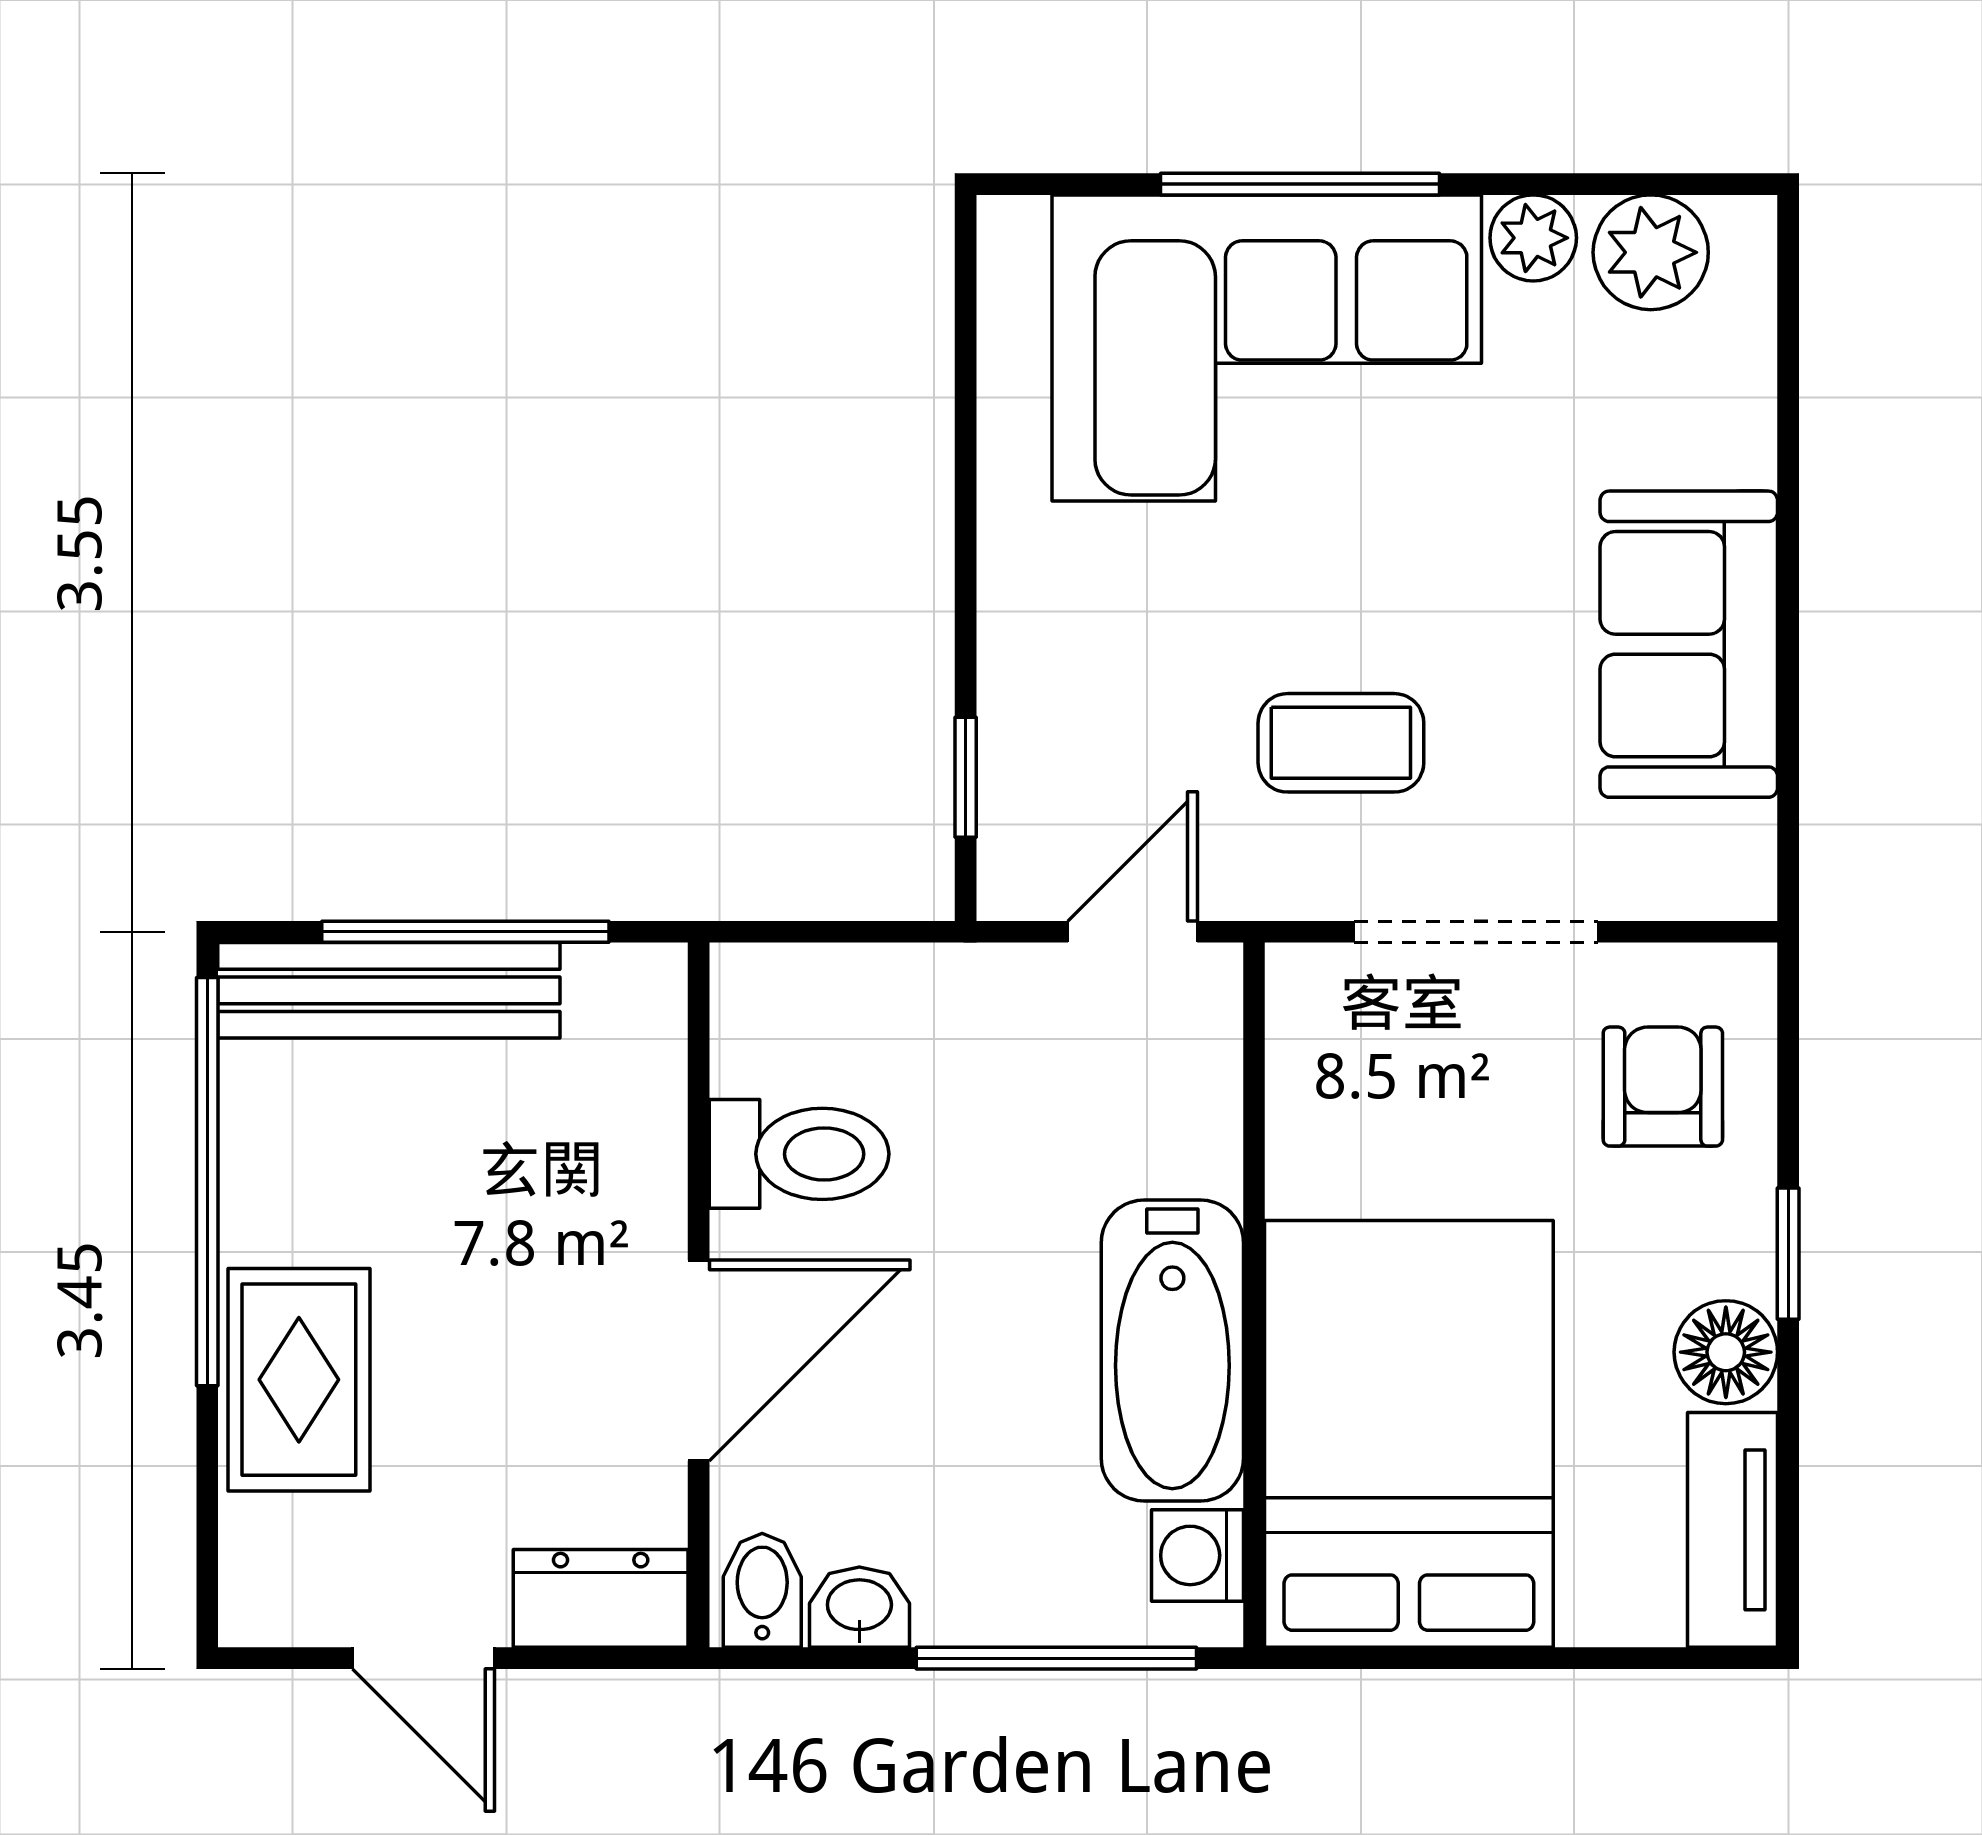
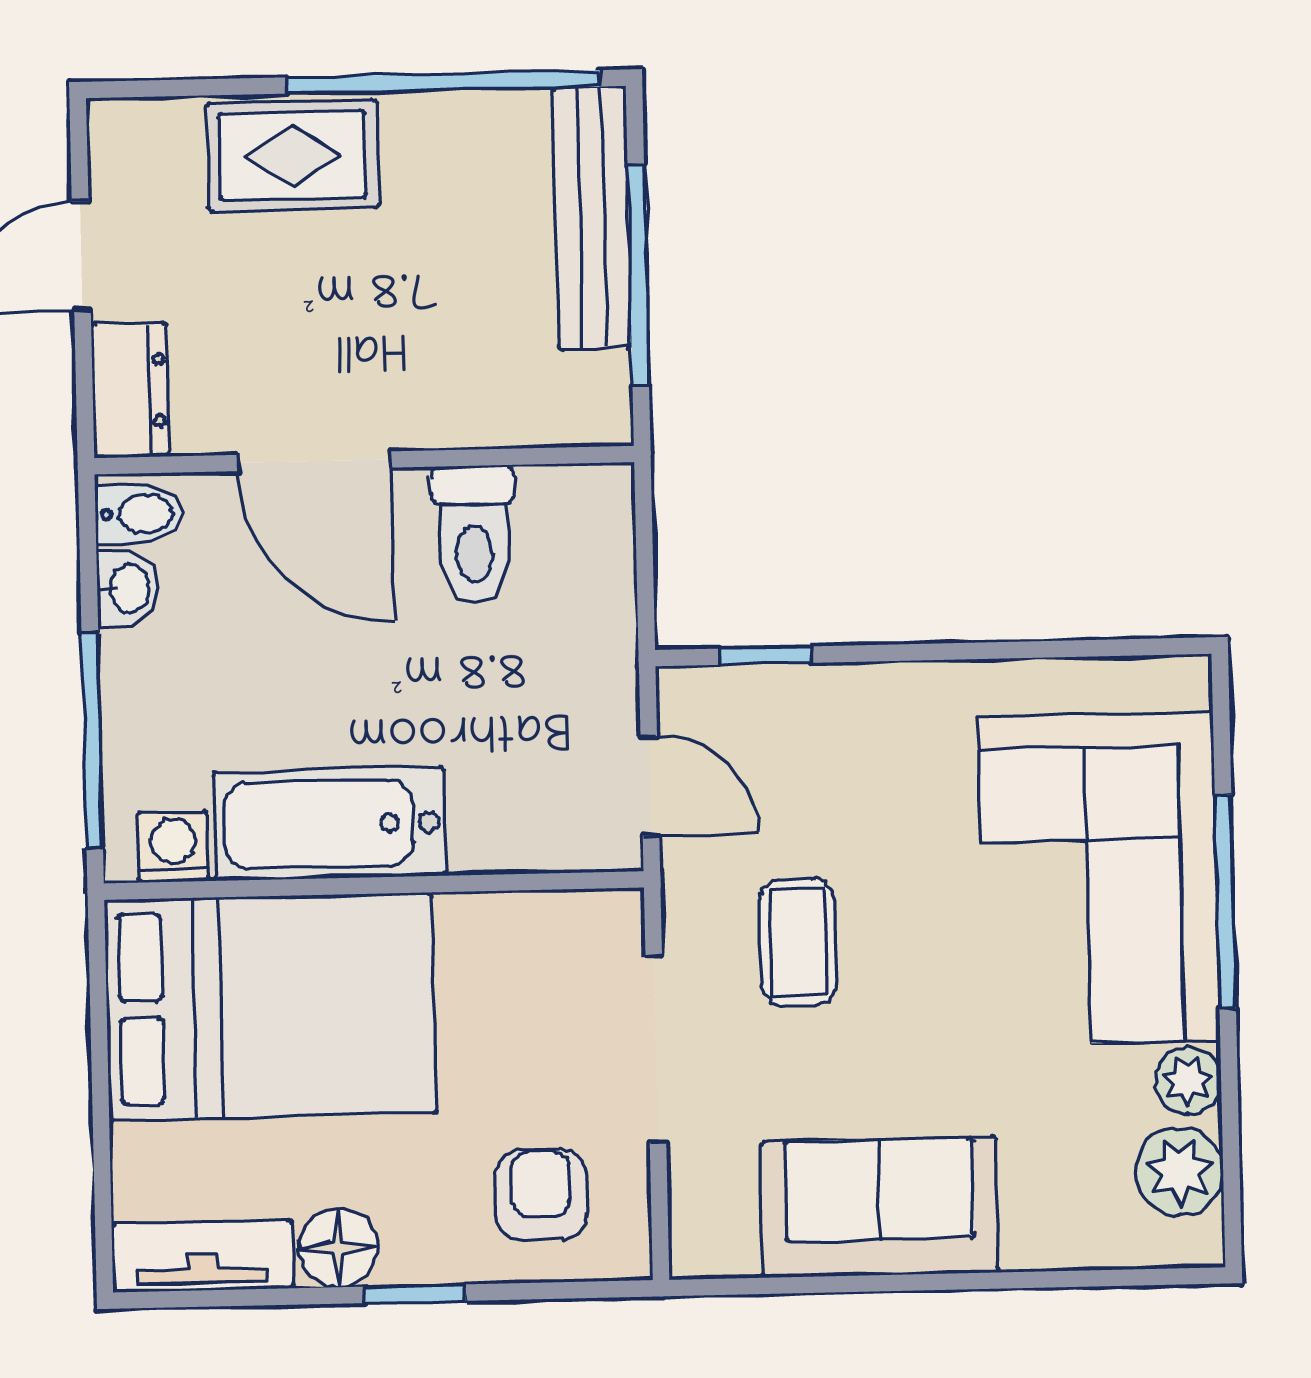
armchair: (1663, 1087) -> (541, 1195), turned -90

